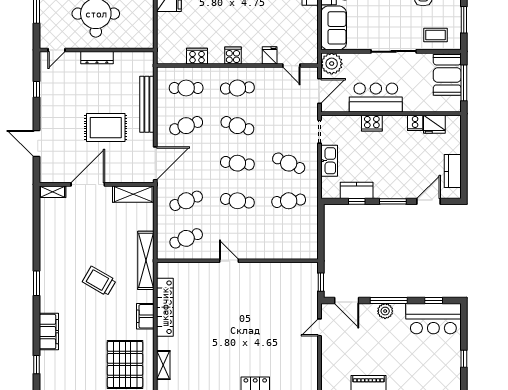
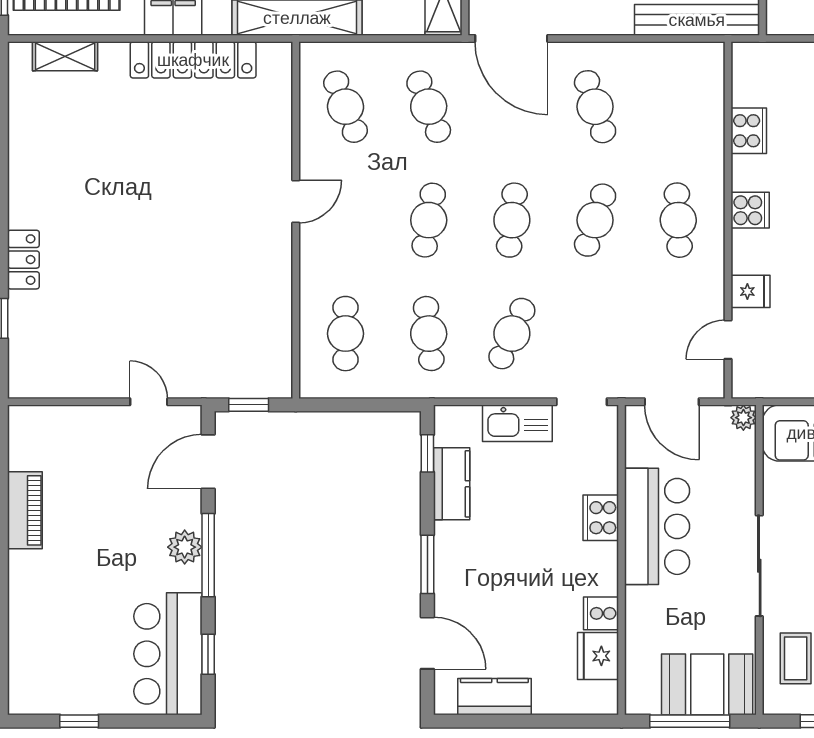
plant: (332, 64) -> (743, 418), width x0.53, depth x0.53
cafe table: (186, 88) -> (345, 334), moved
bench: (147, 104) -> (697, 20), moved
window: (357, 201) -> (427, 453), moved

